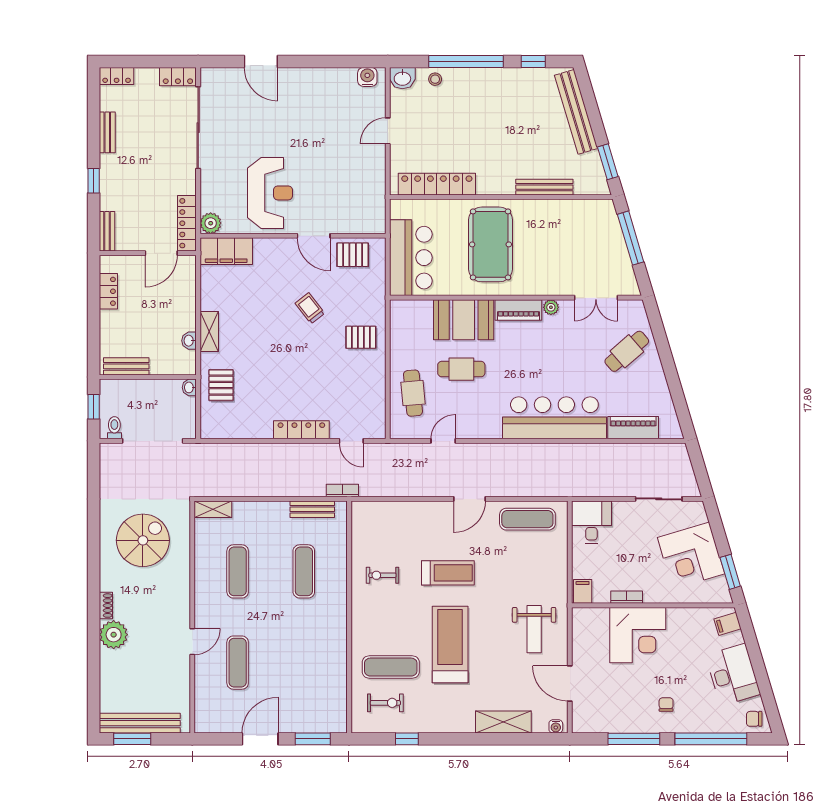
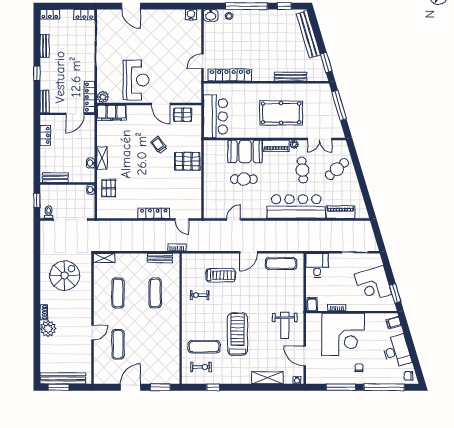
door: (388, 131) -> (202, 61), moved
pool table: (490, 244) -> (281, 113), moved, turned 90
pallet: (361, 337) -> (187, 161), width x1.50, depth x1.42
cafe table: (413, 393) -> (302, 170), moved
treadmill: (448, 573) -> (221, 275), moved
corner desk: (638, 635) -> (343, 334), width x1.36, depth x1.36

